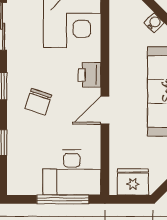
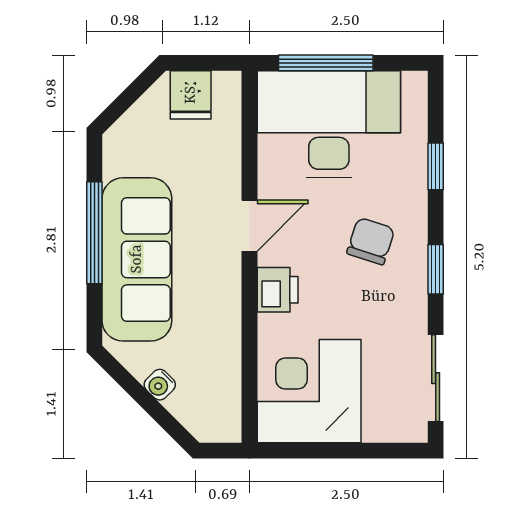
desk: (72, 173) -> (329, 124), width x1.36, depth x1.30
fridge: (133, 182) -> (191, 95), width x0.72

